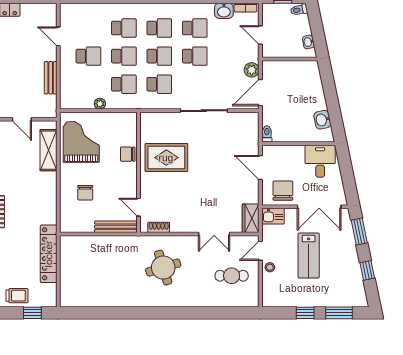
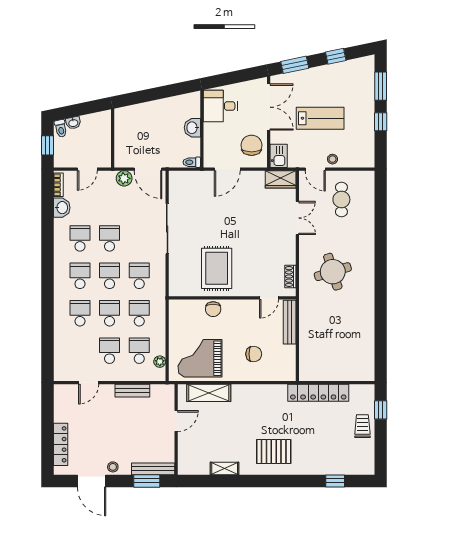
washbasin: (308, 42) -> (73, 123), moved
school desk: (88, 84) -> (139, 351), added
plant: (100, 104) -> (160, 362), moved
washbasin: (322, 120) -> (192, 128), moved, turned 102
chair: (283, 191) -> (252, 145), turned 90

